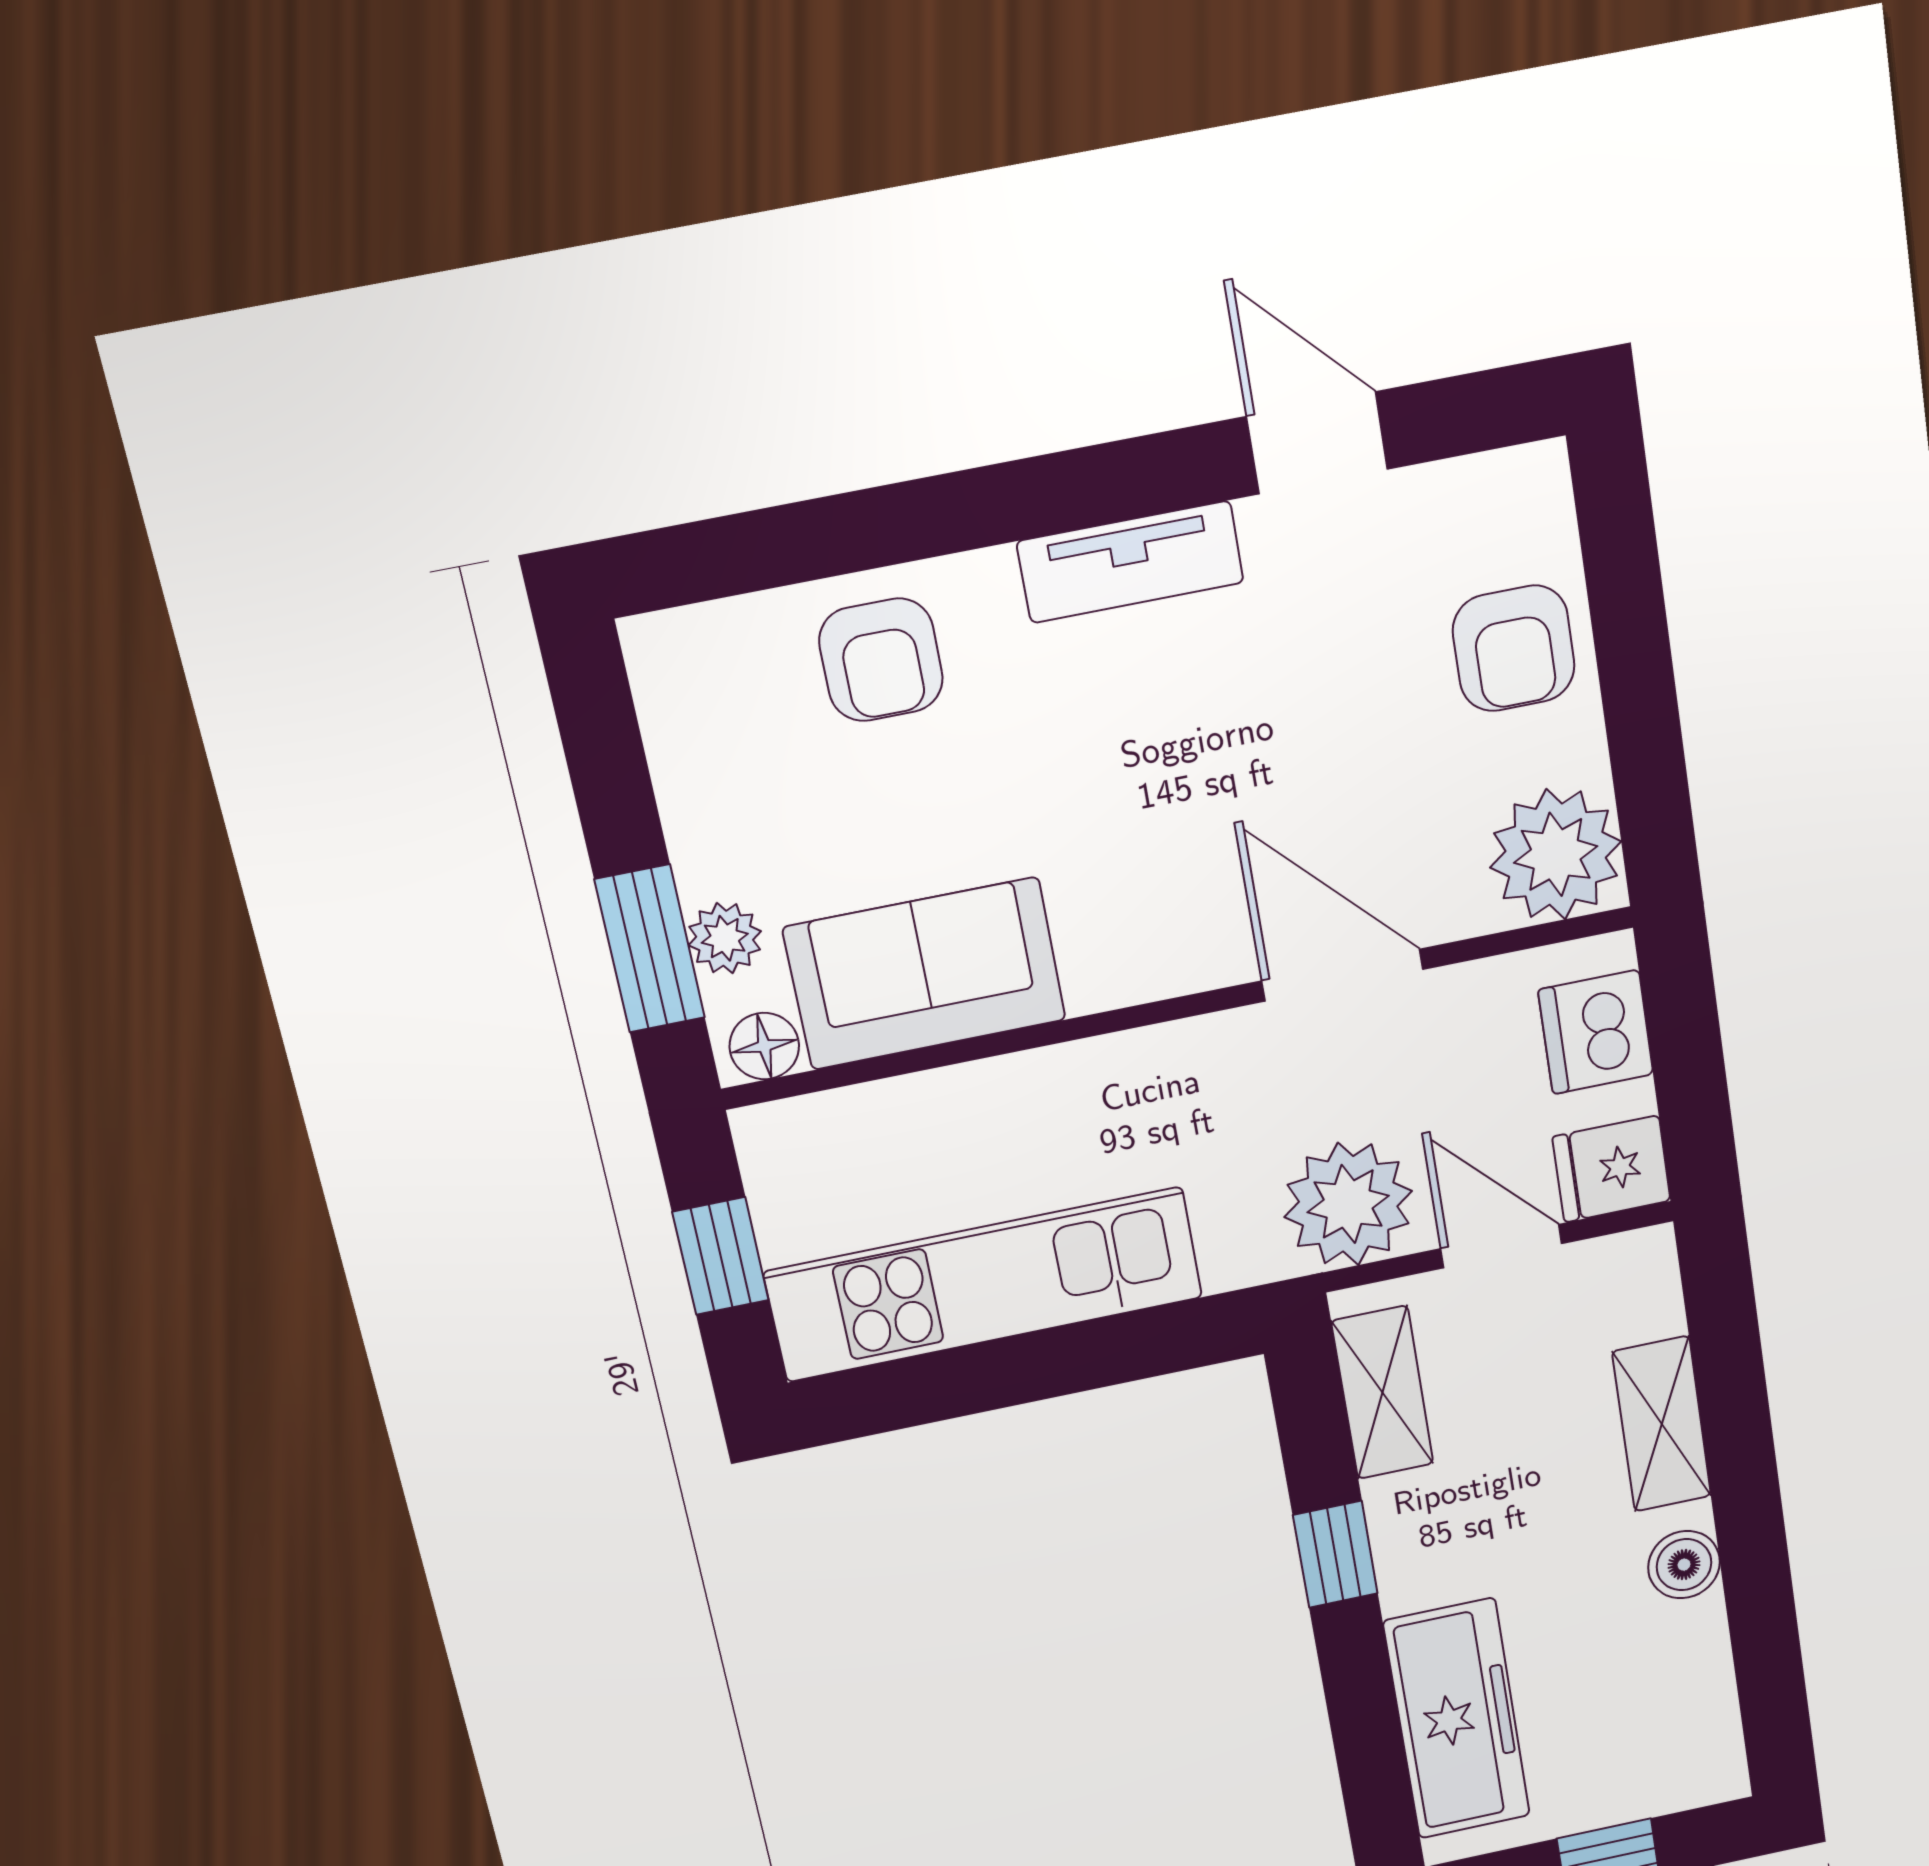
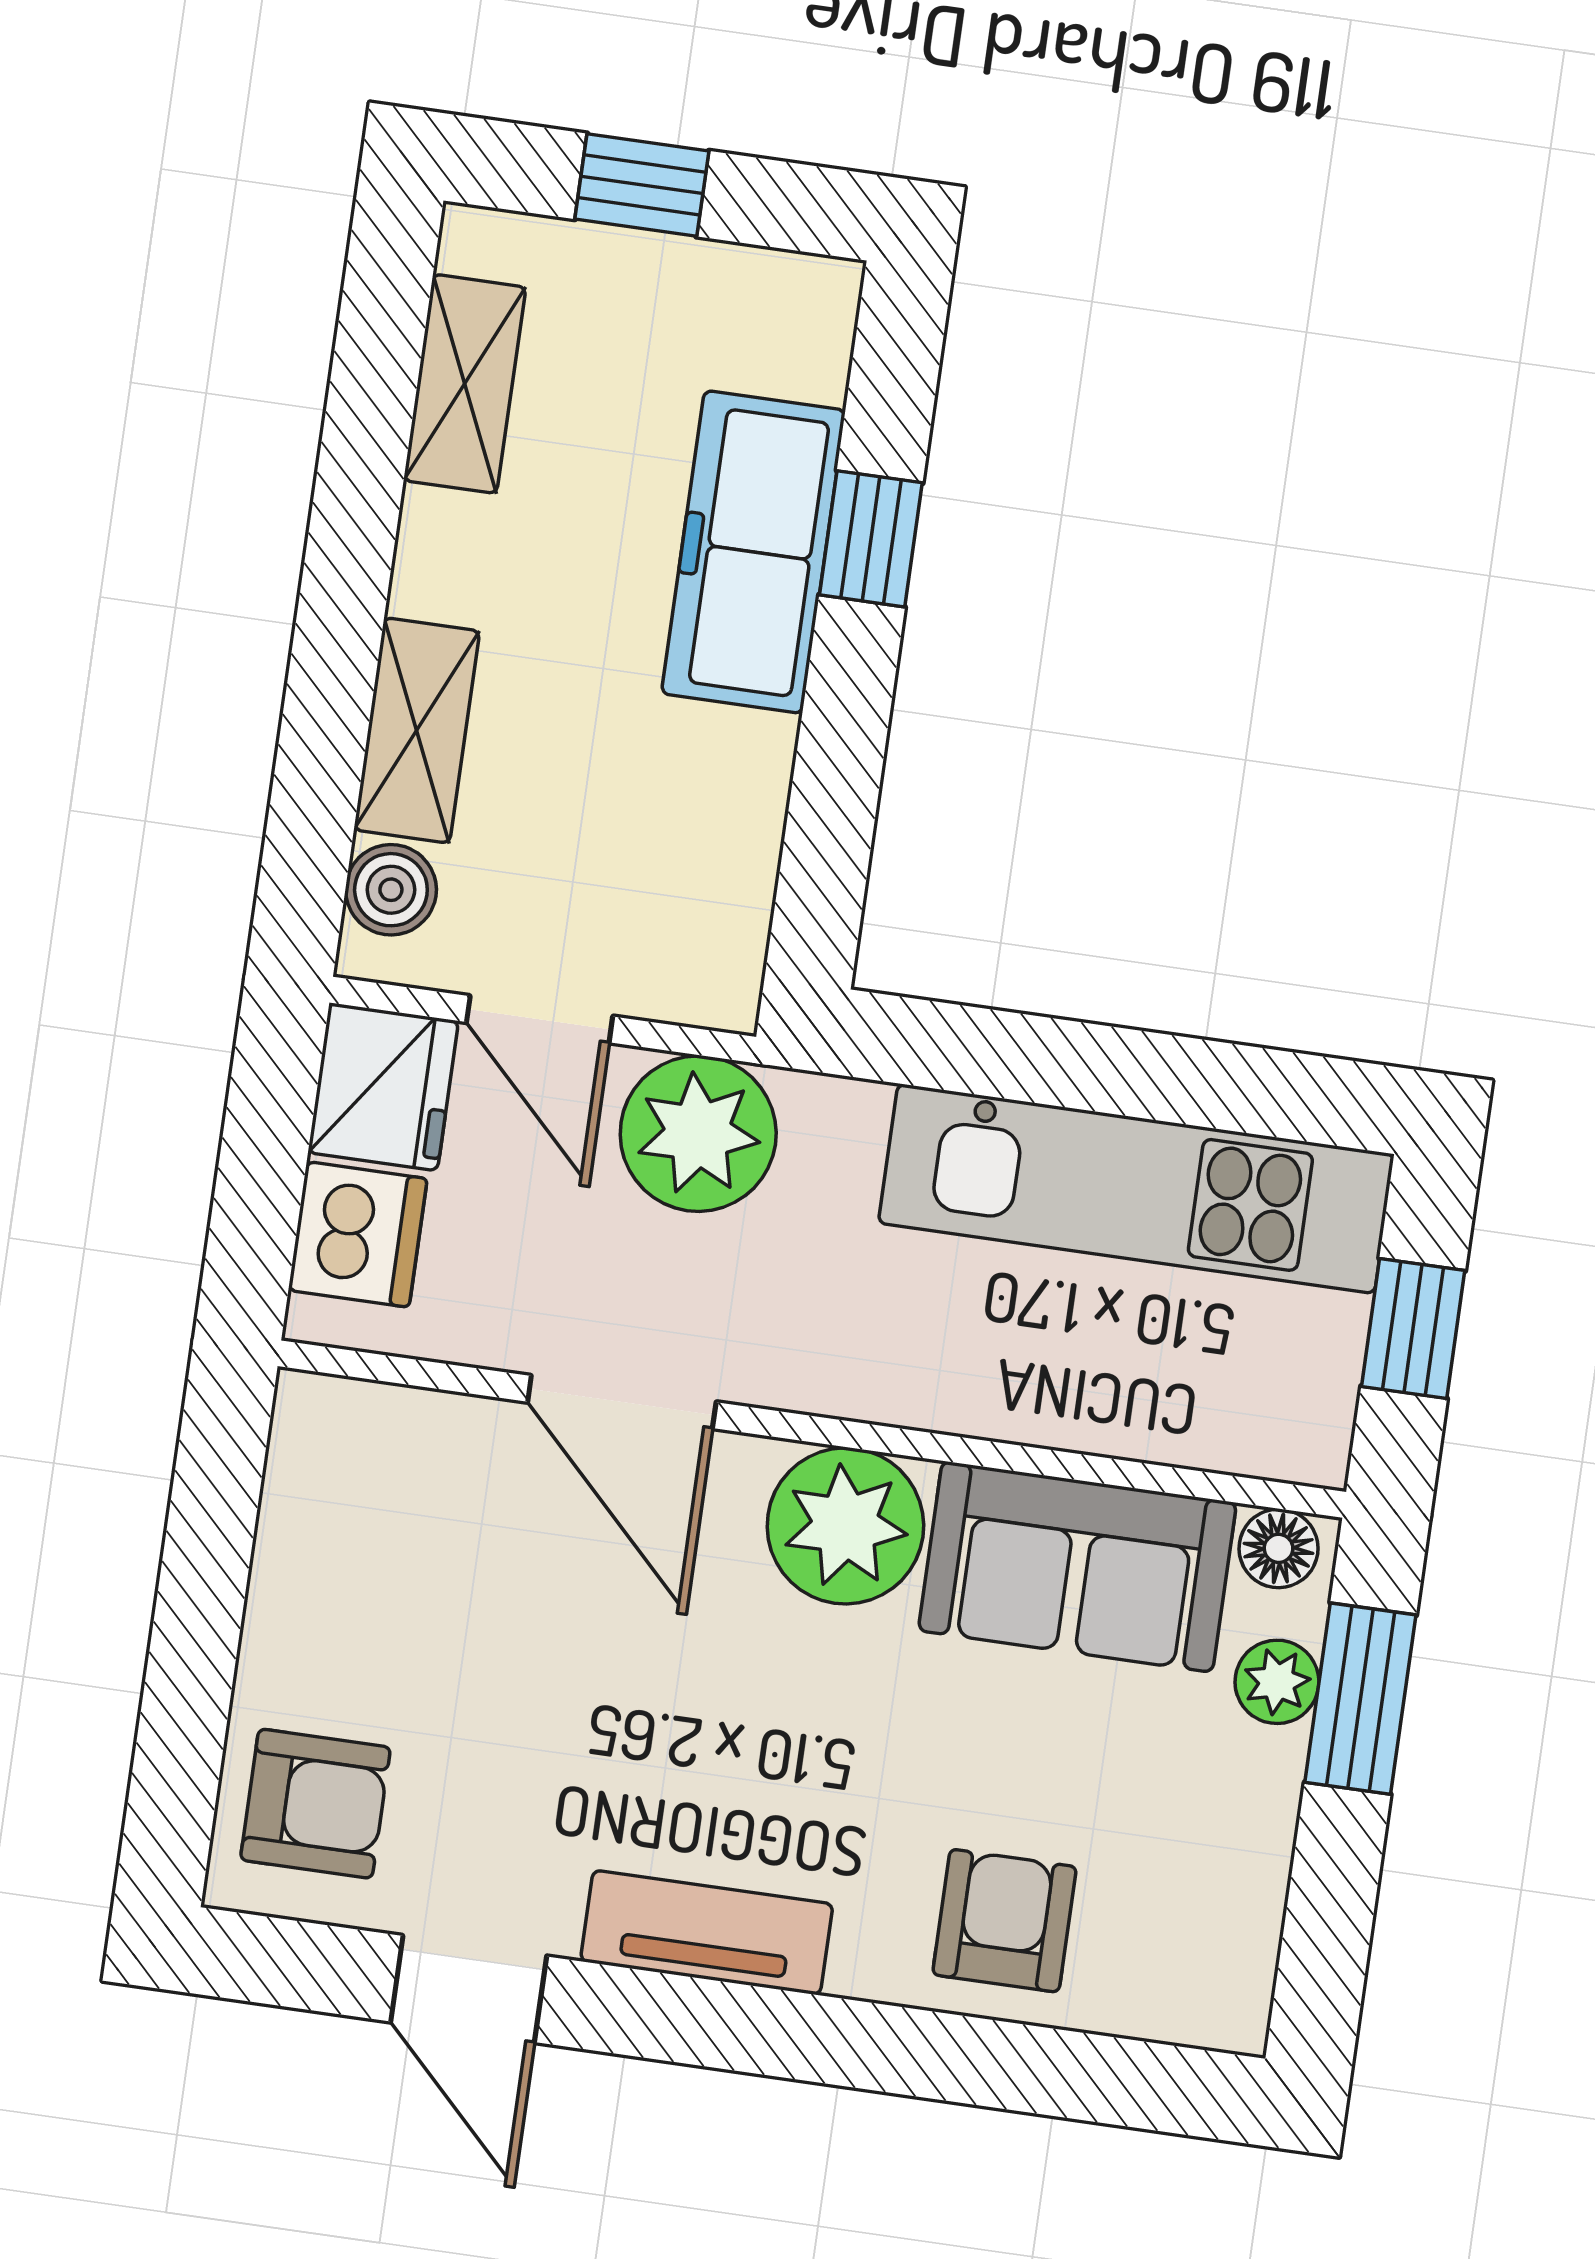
armchair: (1514, 648) -> (315, 1804), moved, turned 90
plant: (1556, 854) -> (845, 1526), moved
fridge: (1612, 1169) -> (383, 1087), width x1.38
shelving: (1382, 1393) -> (465, 384), moved
window: (1335, 1554) -> (871, 539), moved
boiler: (1684, 1565) -> (391, 890), moved
freezer: (1457, 1719) -> (753, 552), moved

